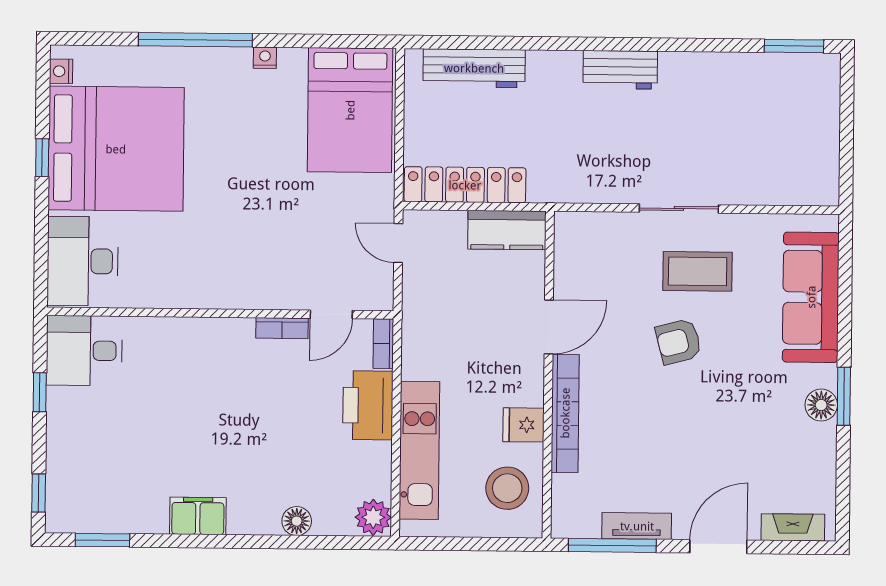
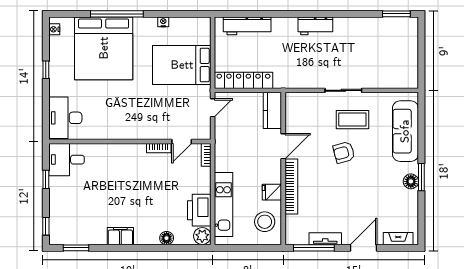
nightstand: (265, 58) -> (163, 22), moved
bed: (350, 110) -> (182, 65), moved, turned 90
bed: (116, 149) -> (104, 48), moved, turned 90
kitchen counter: (507, 230) -> (272, 110), moved, turned 90
door: (398, 243) -> (213, 108), swing flipped
printer: (368, 405) -> (199, 210), moved

